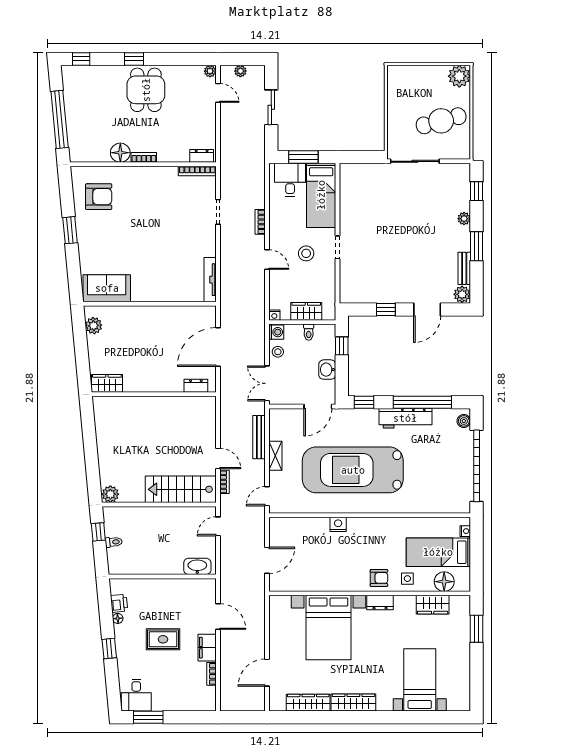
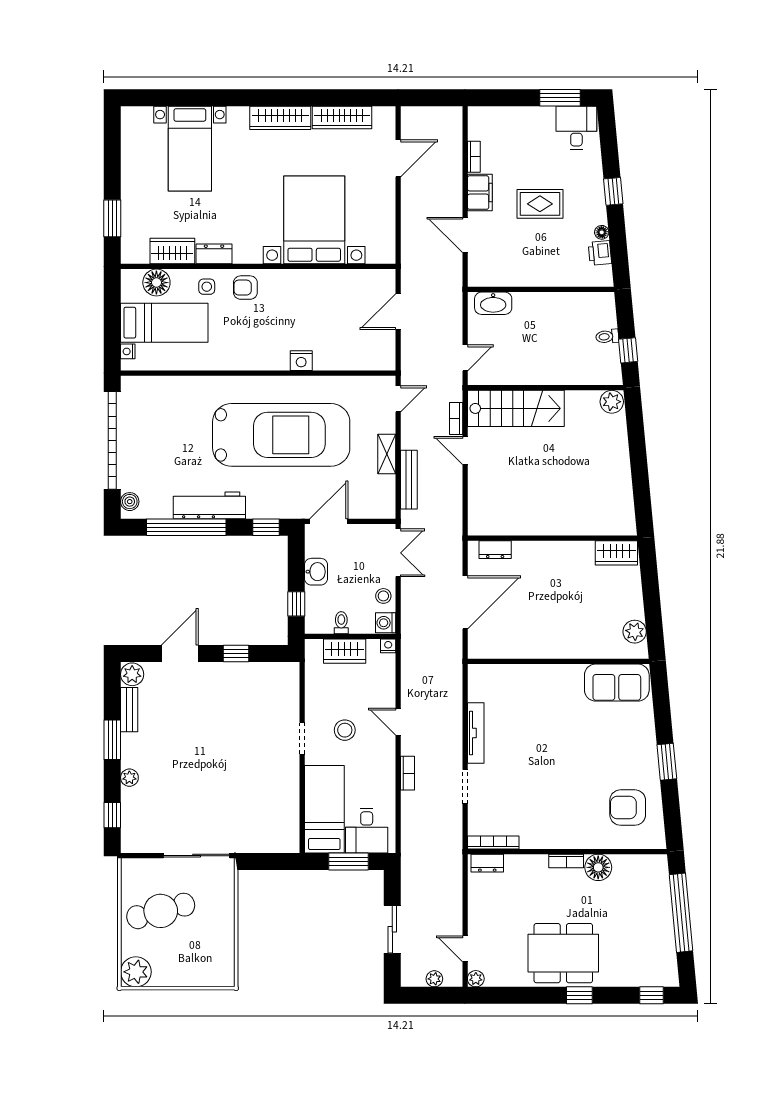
dining table: (146, 90) -> (563, 953), width x1.37
tv unit: (210, 280) -> (476, 733), moved
dresser: (380, 603) -> (214, 254), moved

